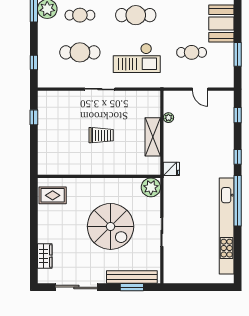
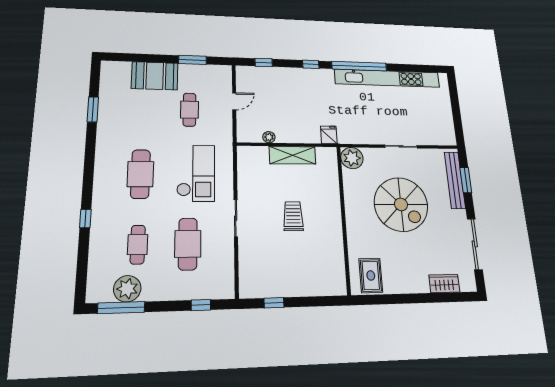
spiral stairs: (111, 226) -> (401, 204), turned 90

